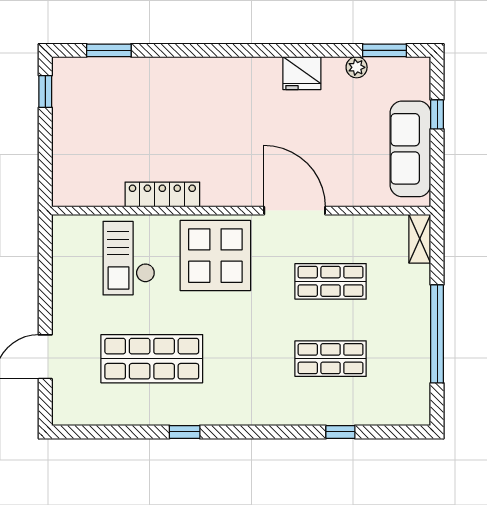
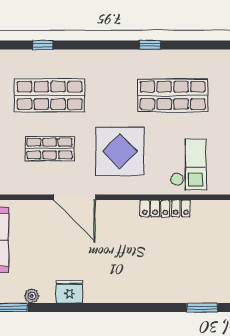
display table: (215, 256) -> (120, 151), moved
shop shelf: (331, 359) -> (50, 95), width x1.43, depth x1.36

